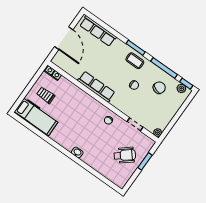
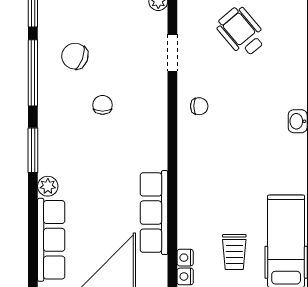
coffee table: (135, 61) -> (57, 135), removed
row of seats: (96, 87) -> (154, 213), moved
plant: (181, 88) -> (48, 186), moved

